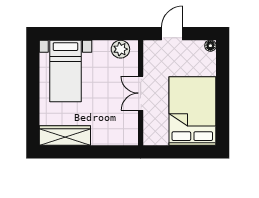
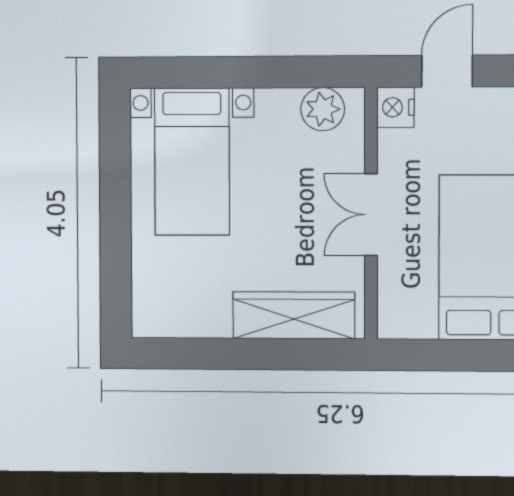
nightstand: (151, 48) -> (395, 107), added
wardrobe: (65, 136) -> (294, 315), moved

